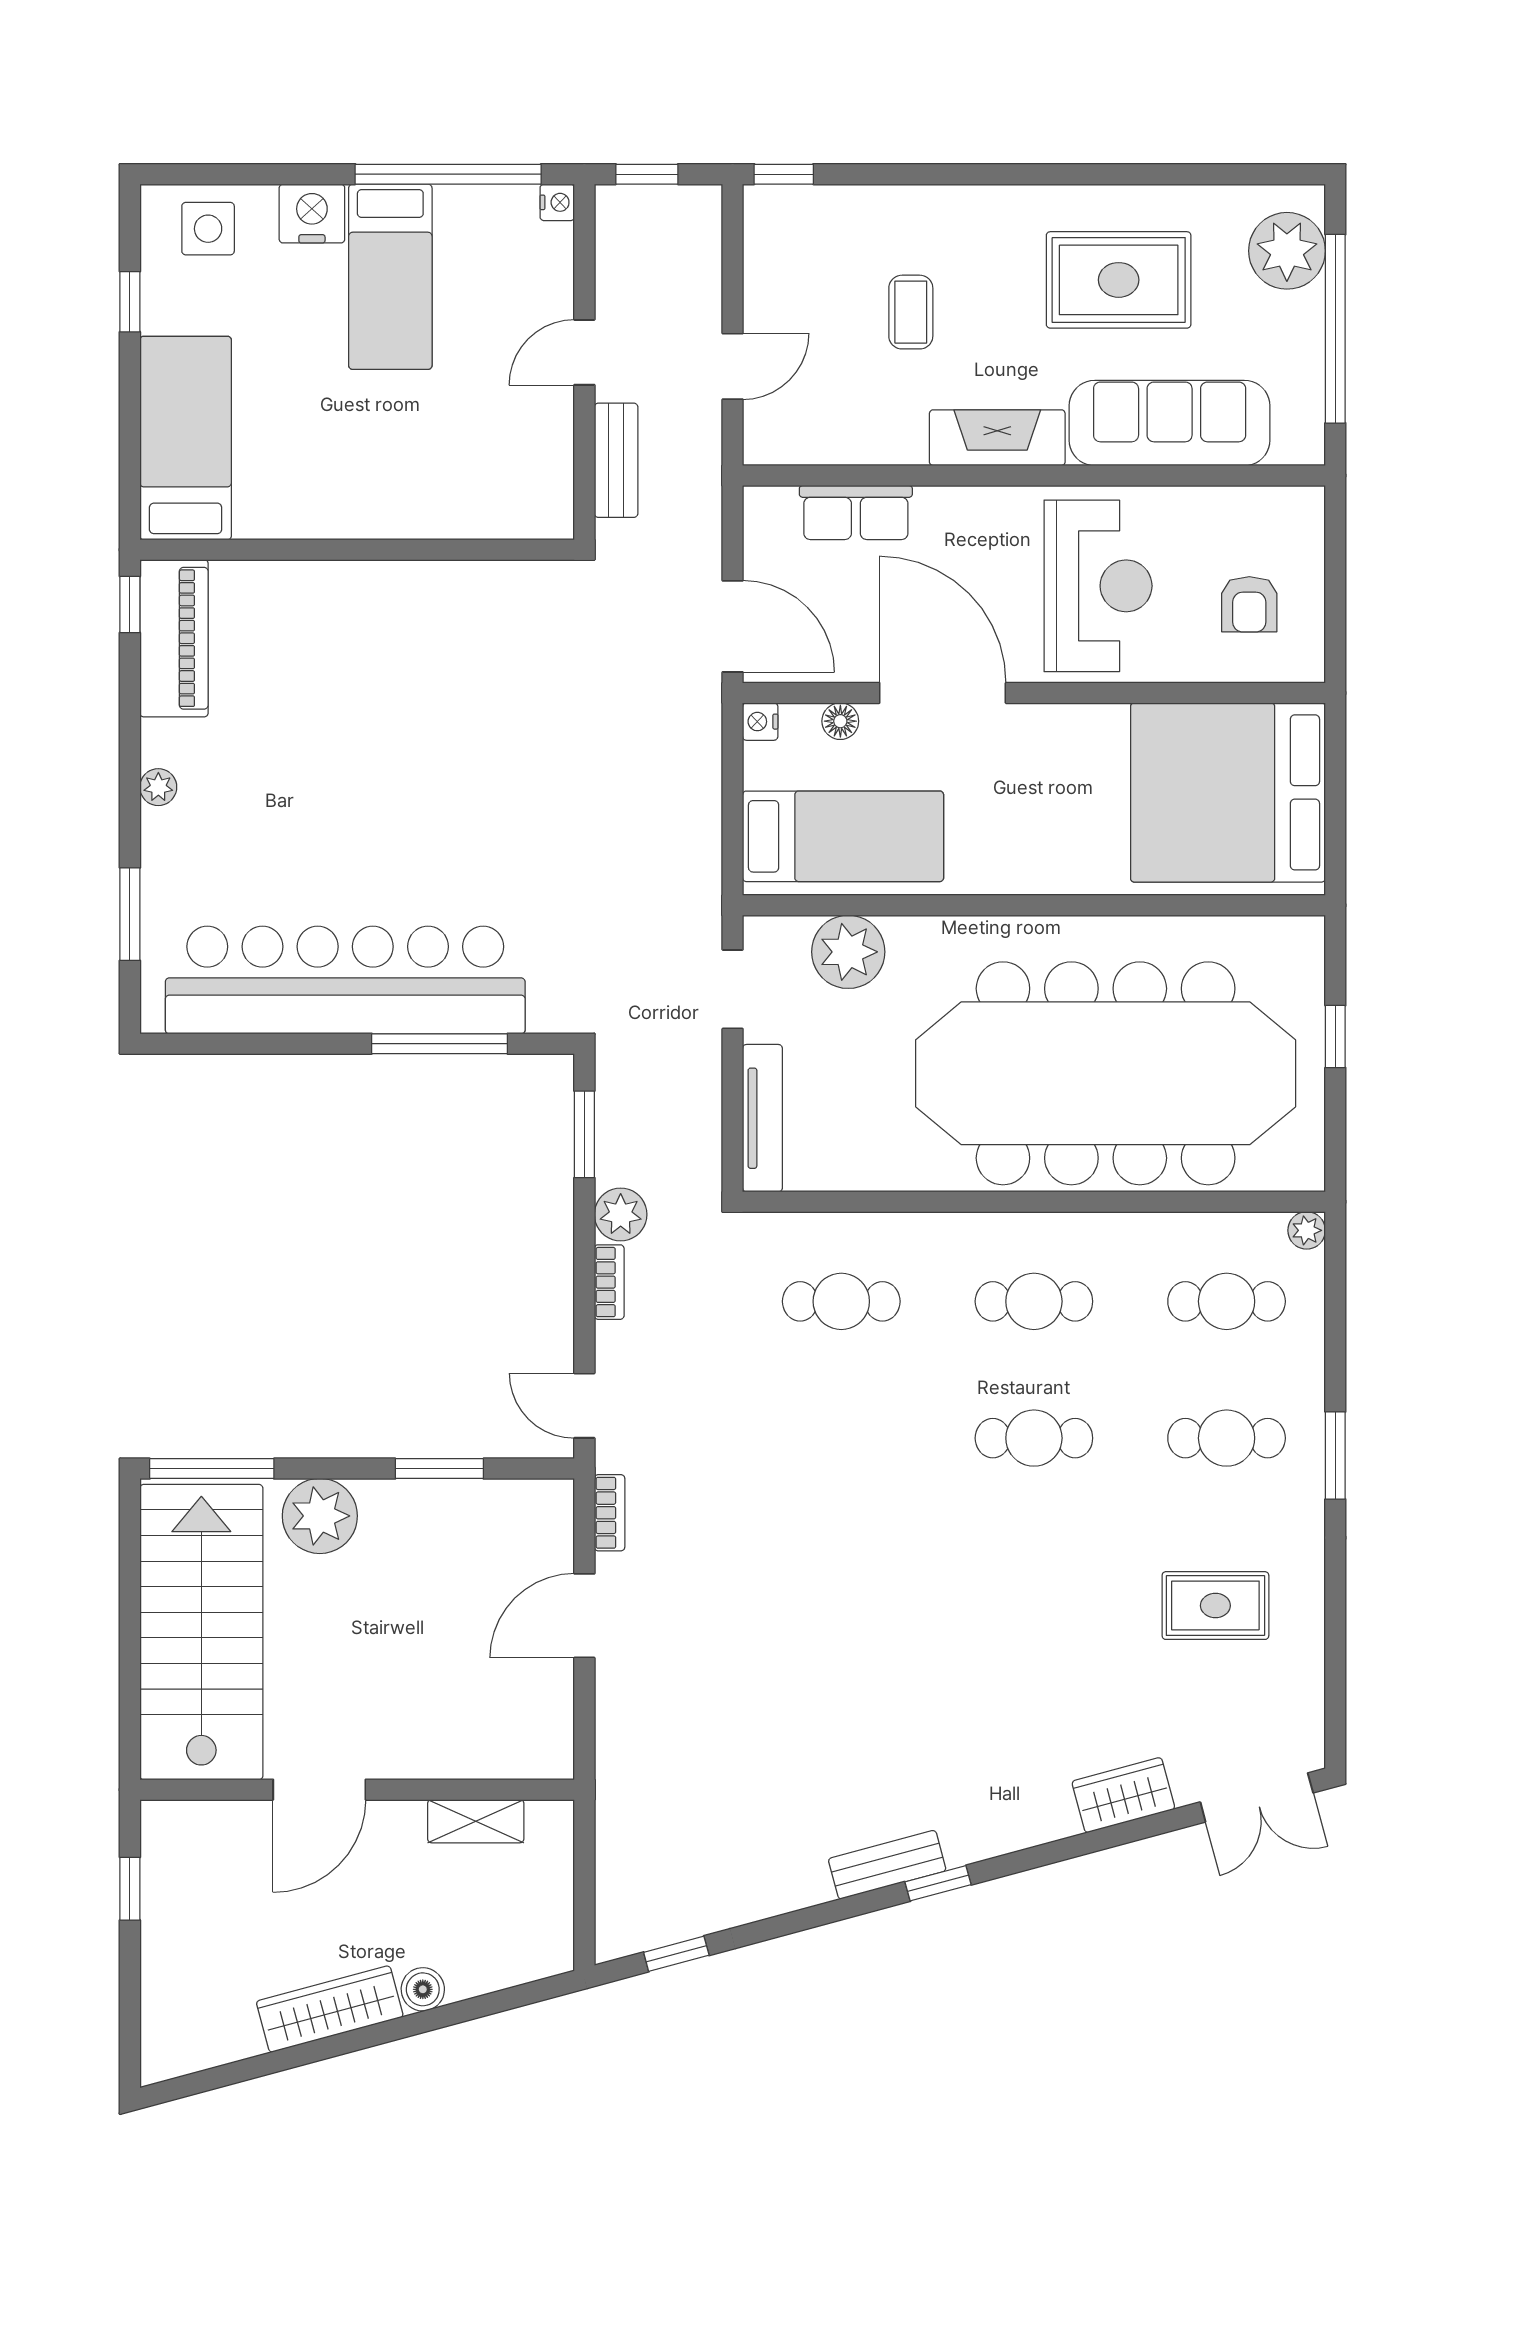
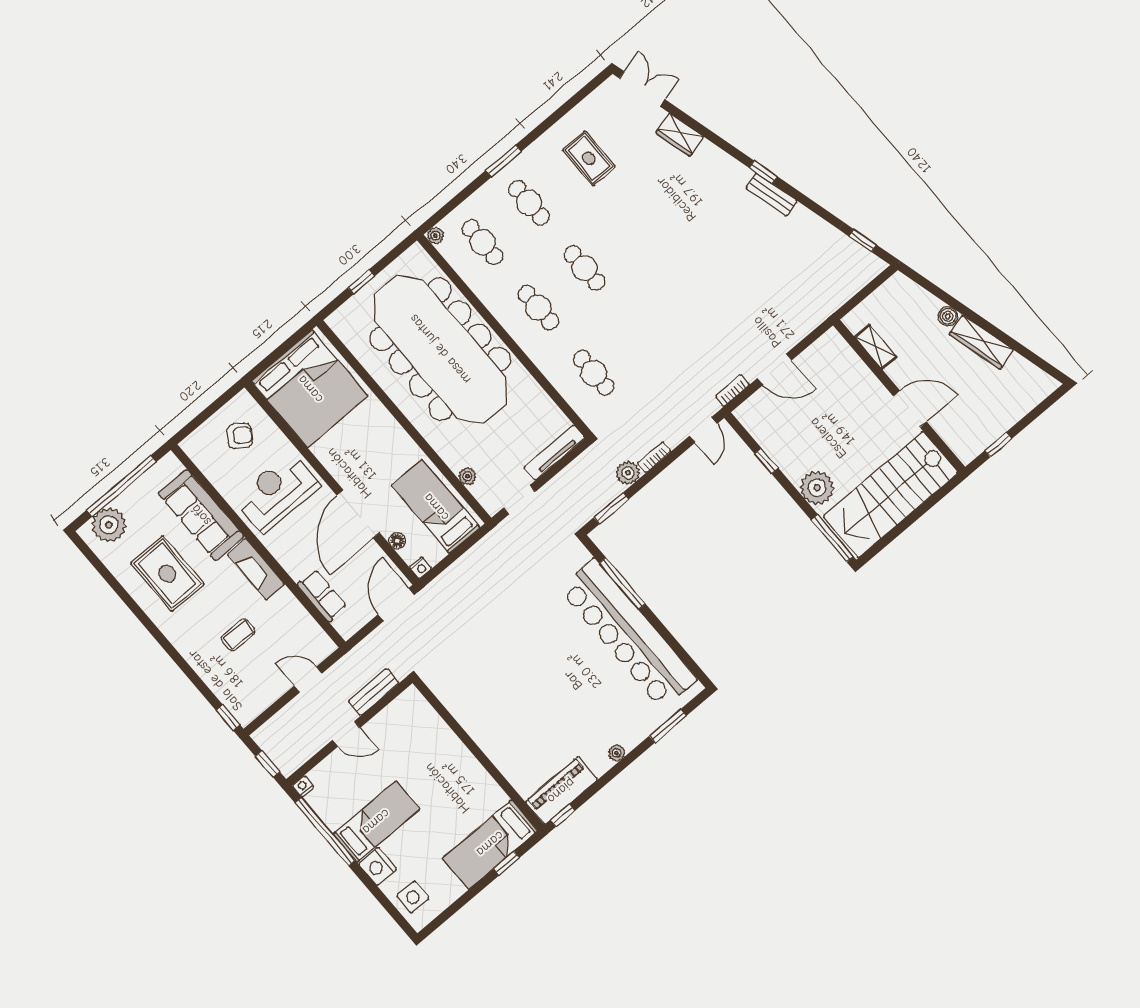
window: (130, 302) -> (506, 863), moved
armchair: (1249, 604) -> (240, 436), turned 34
plant: (848, 952) -> (467, 476), width x0.53, depth x0.53
window: (439, 1469) -> (766, 461), width x0.67

